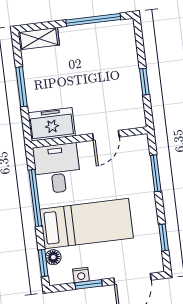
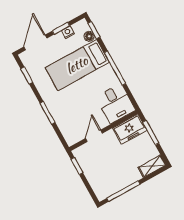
freezer: (52, 124) -> (130, 129), moved
door: (106, 135) -> (94, 136), moved
wall: (90, 137) -> (103, 131), moved
desk: (57, 169) -> (116, 104), moved

